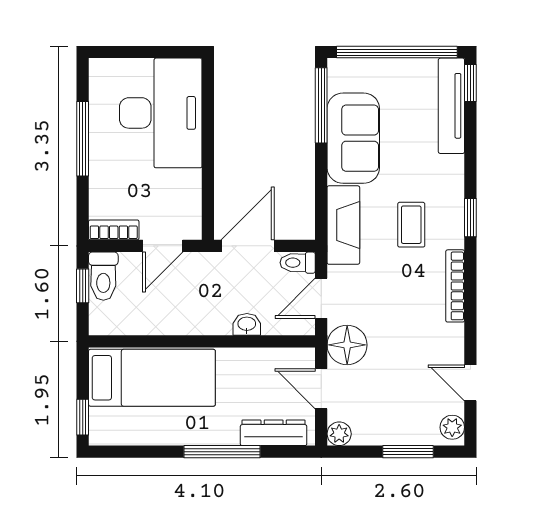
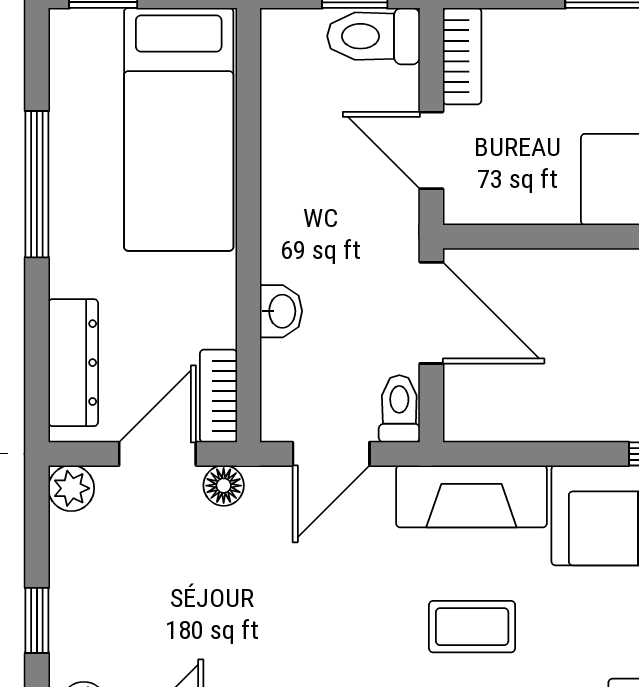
door: (321, 298) -> (331, 454), swing flipped
floor lamp: (347, 345) -> (224, 486), width x0.53, depth x0.53
bookcase: (291, 357) -> (218, 396), added
window: (222, 452) -> (37, 184), moved
window: (408, 452) -> (37, 620), width x0.67

